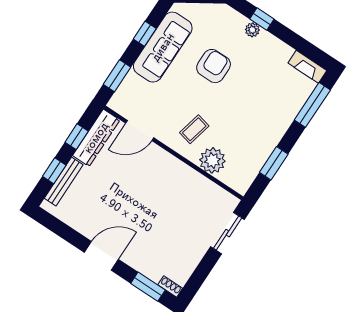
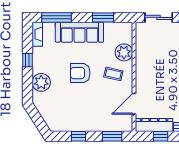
window: (262, 19) -> (28, 60), moved
plant: (252, 30) -> (41, 82), width x1.87, depth x1.87
sofa: (163, 47) -> (79, 32), moved, turned 180
armchair: (214, 66) -> (80, 73), moved
door: (140, 130) -> (134, 104), swing flipped

